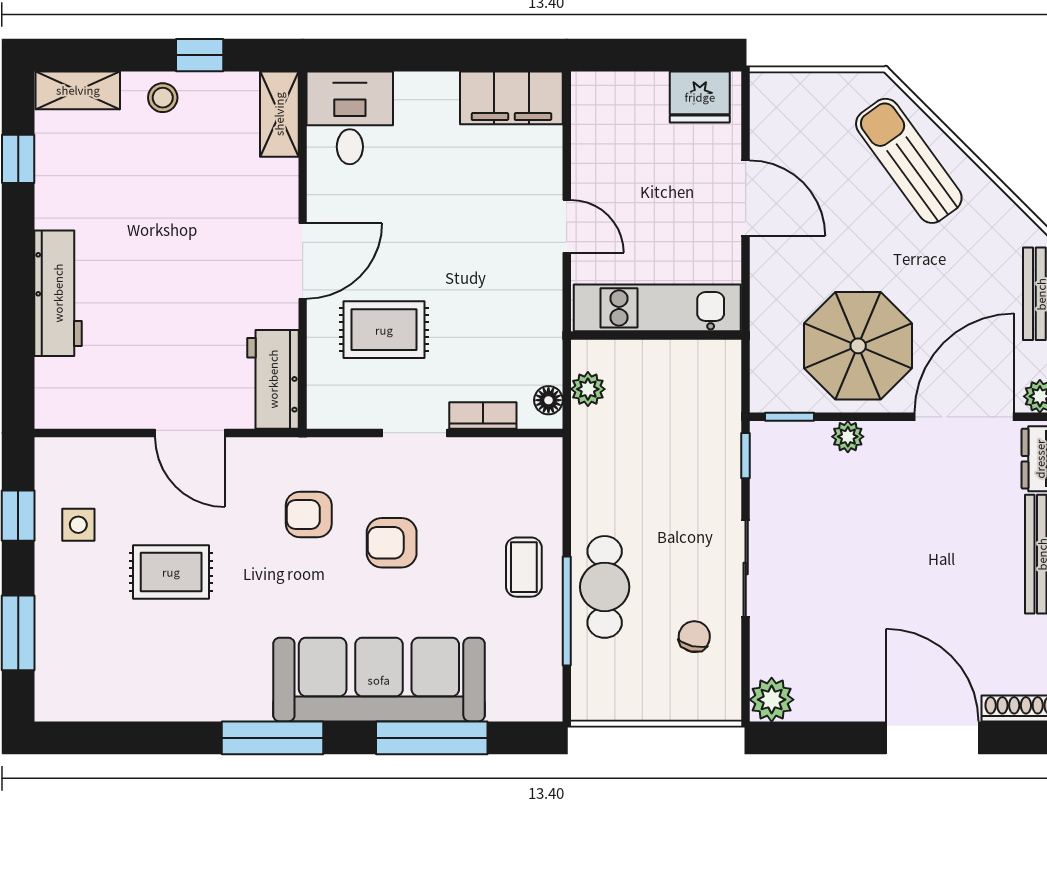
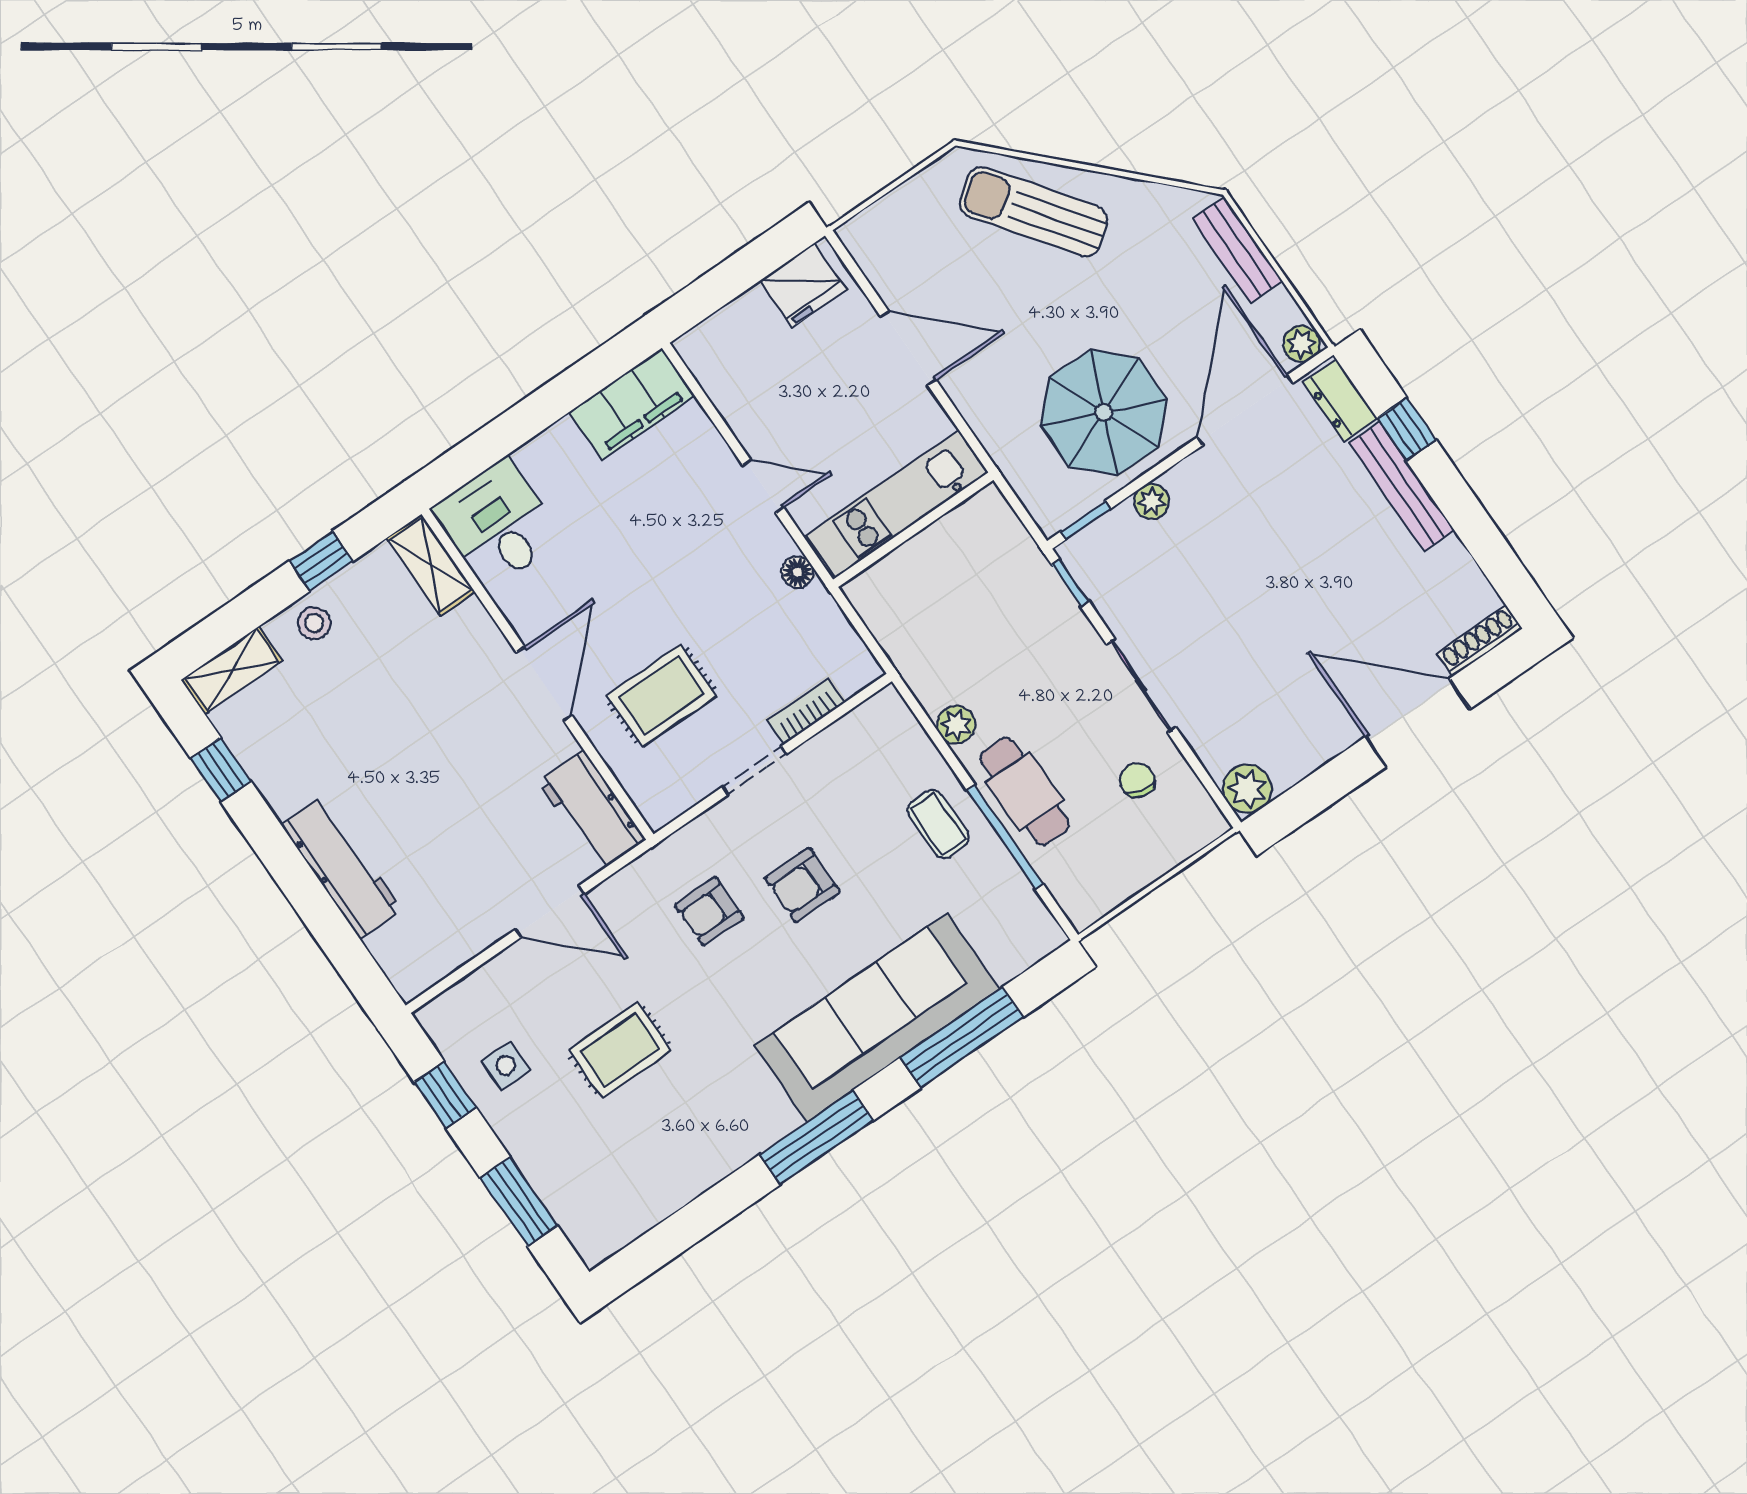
plant: (588, 389) -> (956, 725), moved
floor lamp: (548, 400) -> (798, 572), moved

